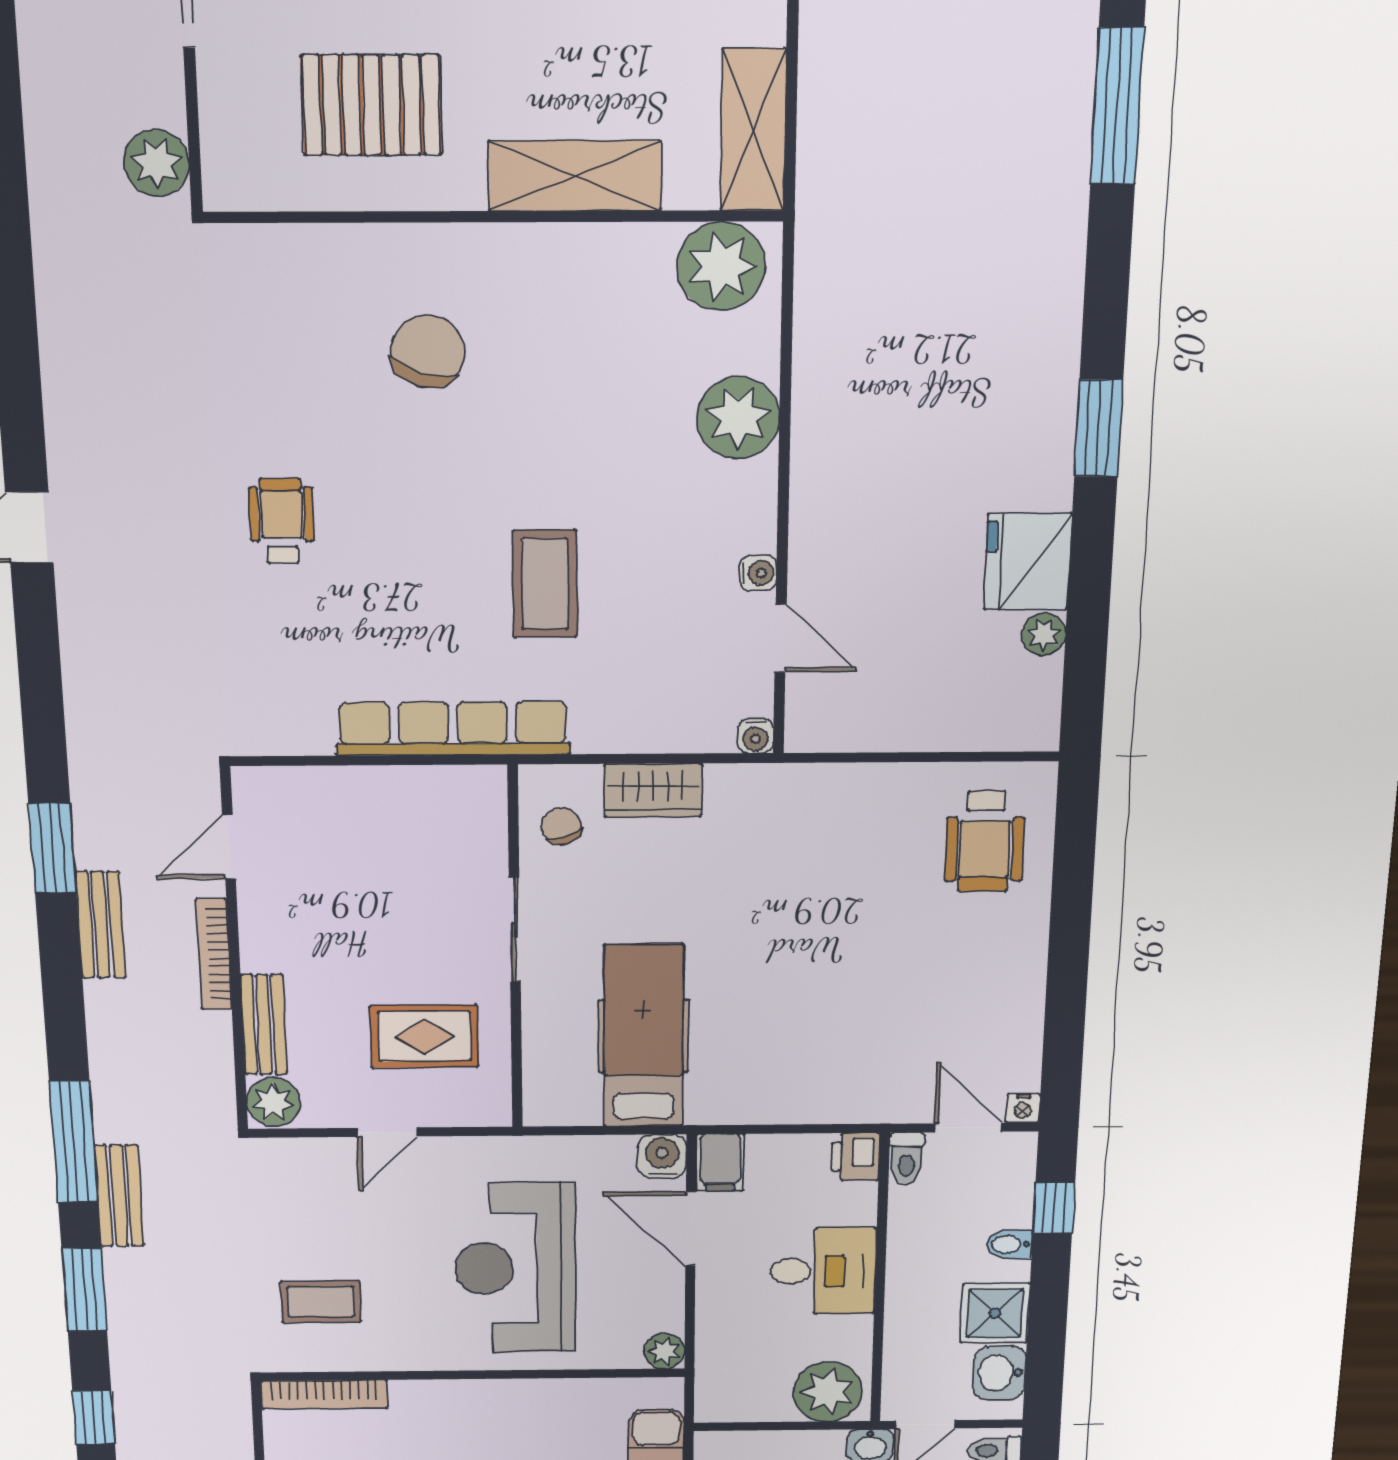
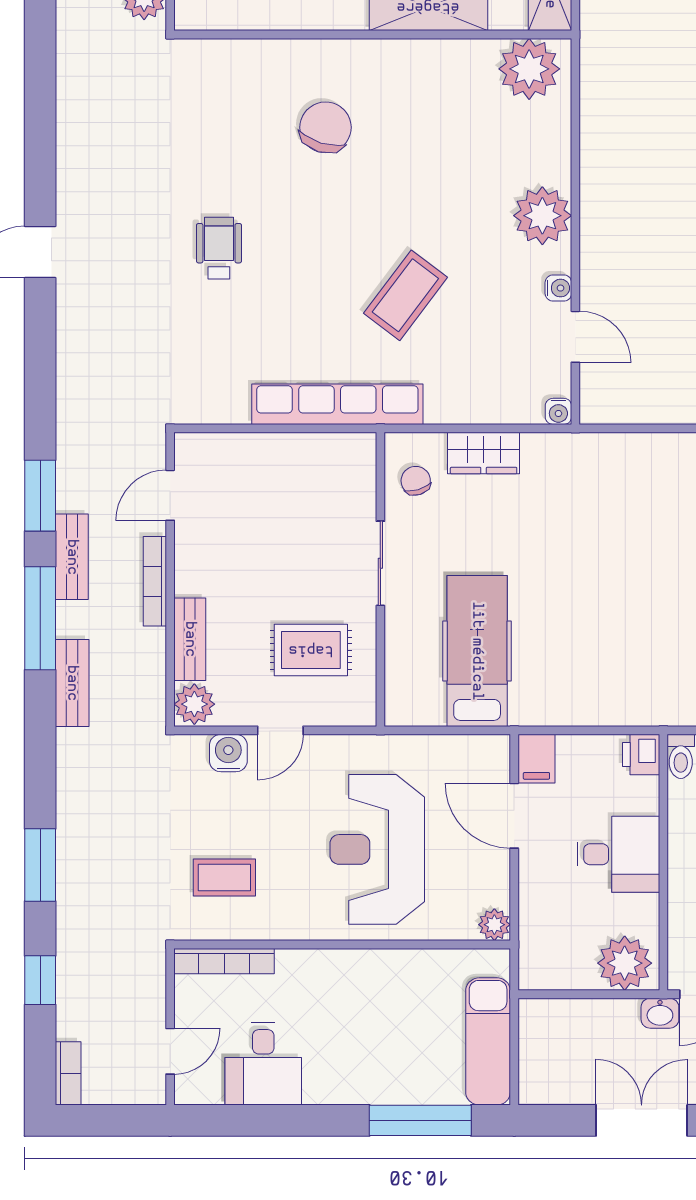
plant: (738, 418) -> (542, 216), moved
coffee table: (545, 584) -> (405, 295), turned 37
window: (74, 1142) -> (40, 618), moved
water cooler: (662, 1156) -> (228, 753), moved
bench: (119, 1196) -> (72, 683), moved

